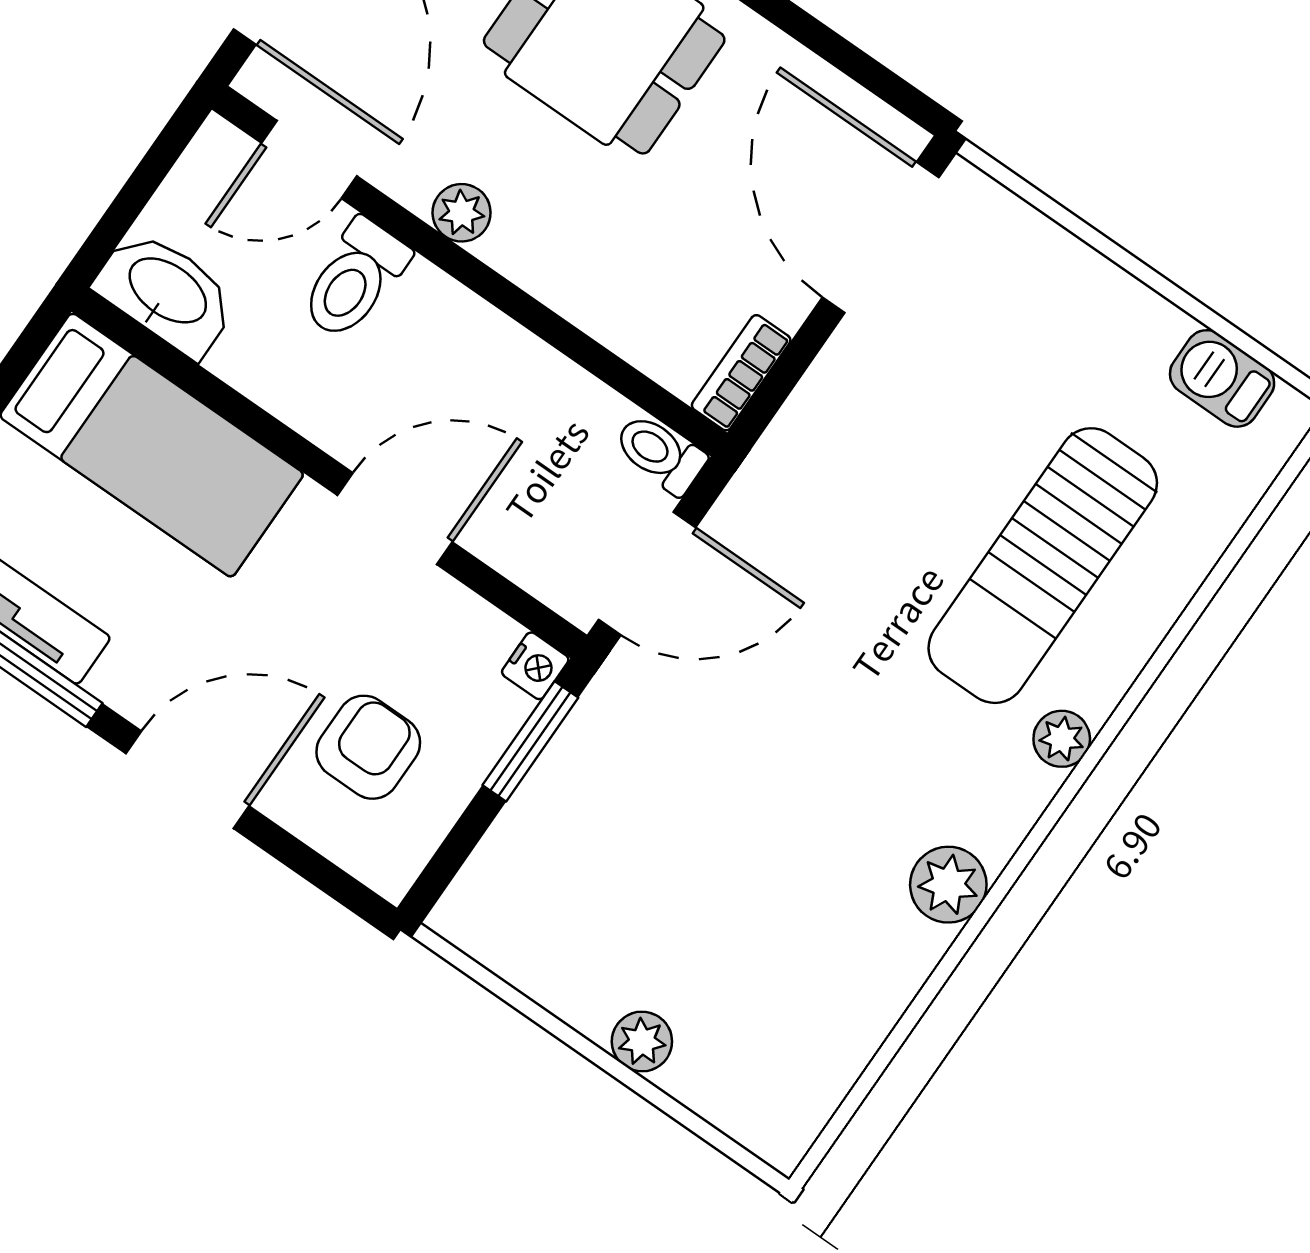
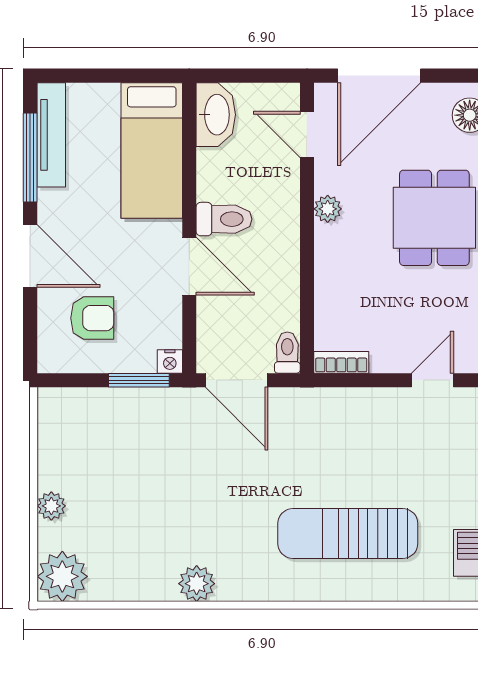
door: (881, 237) -> (432, 380), width x0.53
toilet: (354, 279) -> (224, 219), moved, turned 180
plant: (1062, 739) -> (62, 576), moved, width x1.87, depth x1.87

